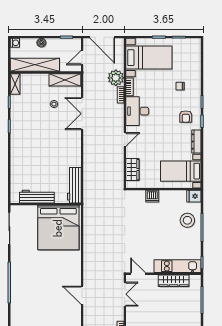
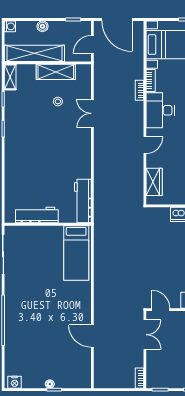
plant: (116, 78) -> (134, 69), removed
shelving: (65, 80) -> (56, 72), moved
double door: (82, 114) -> (92, 113), width x0.73
bed: (58, 228) -> (76, 253), width x0.49

